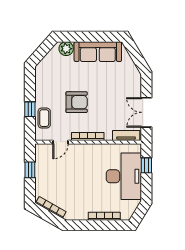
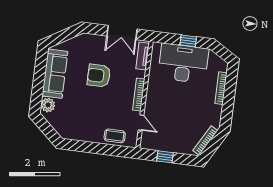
armchair: (77, 102) -> (99, 76), moved, turned -90
window: (30, 109) -> (104, 149), removed
window: (146, 165) -> (188, 41), moved

